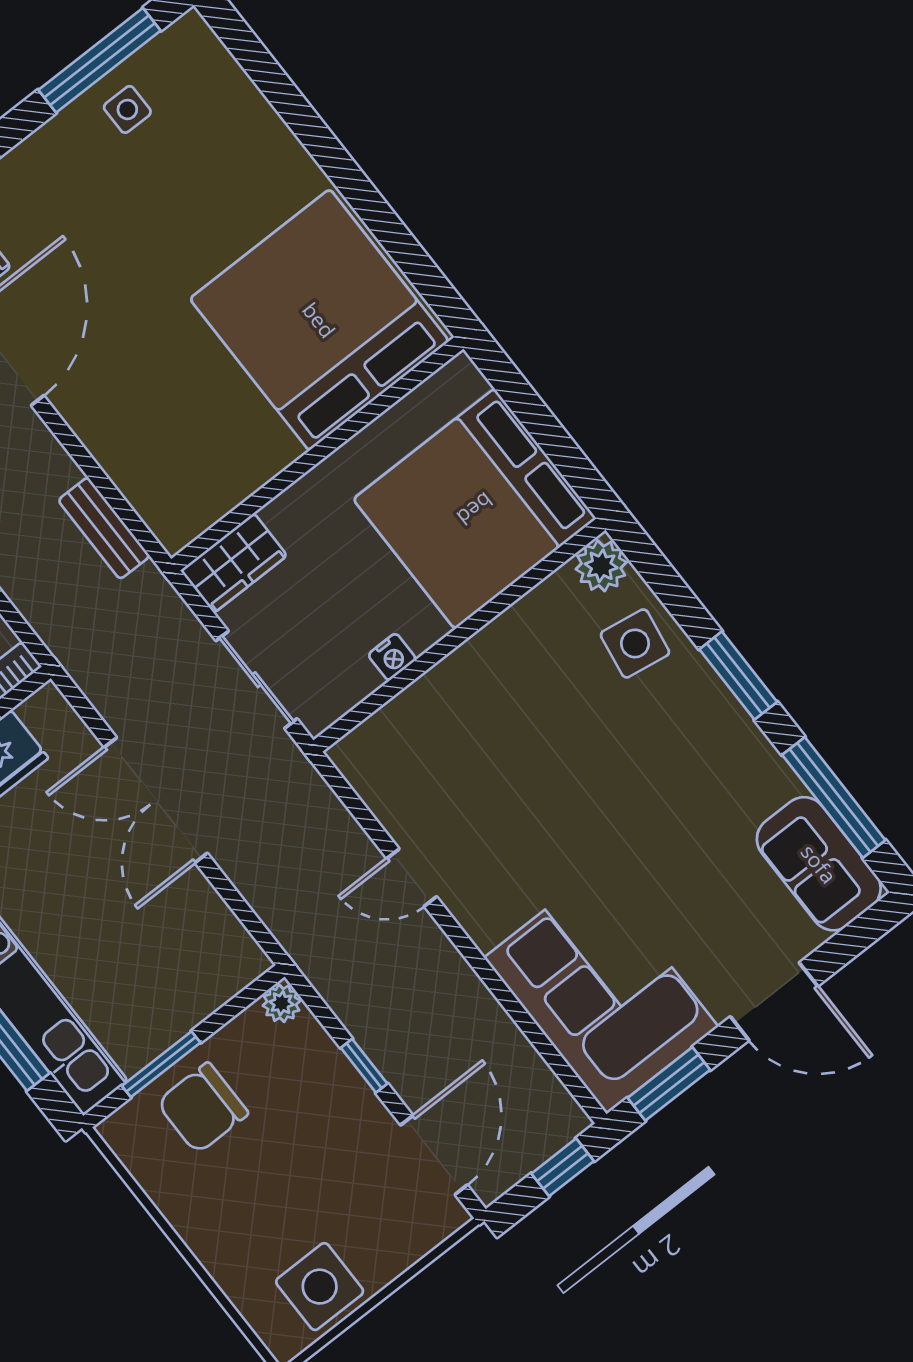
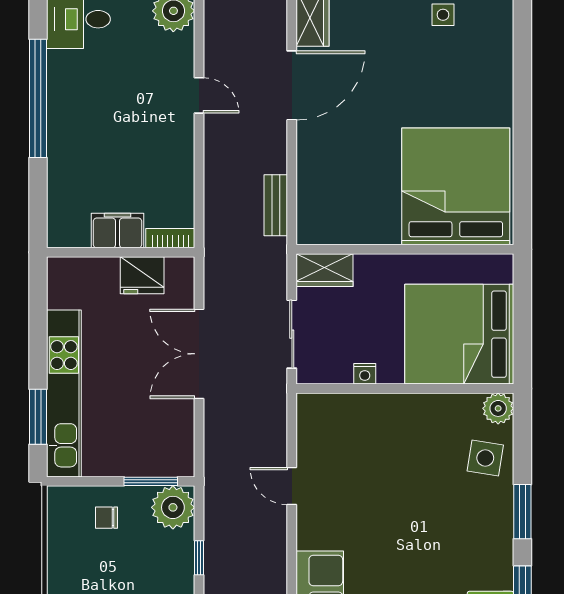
plant: (282, 1003) -> (173, 507), width x1.87, depth x1.87
window: (161, 1064) -> (151, 481), moved
chair: (203, 1108) -> (106, 518), width x0.54, depth x0.54

